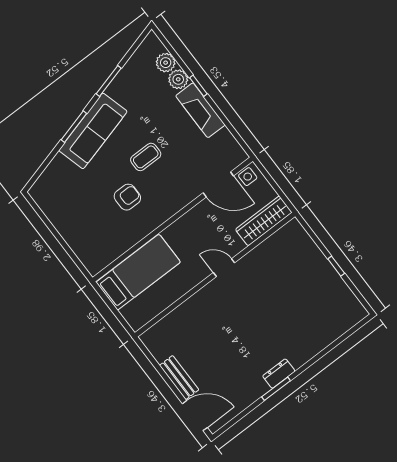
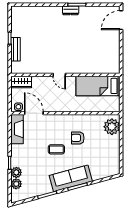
fireplace: (200, 110) -> (17, 129), moved
wardrobe: (264, 221) -> (21, 82), width x0.67
plant: (91, 251) -> (112, 127), added
bed: (138, 272) -> (98, 86), moved
bench: (179, 378) -> (15, 49), moved
door: (195, 416) -> (121, 20), hinge flipped

